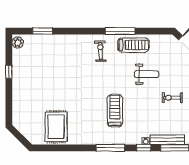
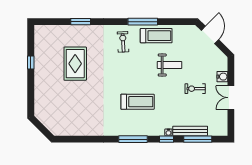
window: (43, 31) -> (81, 22), moved
plant: (18, 43) -> (40, 33), removed
treadmill: (115, 111) -> (138, 102), turned 90
rug: (56, 127) -> (75, 64), moved

